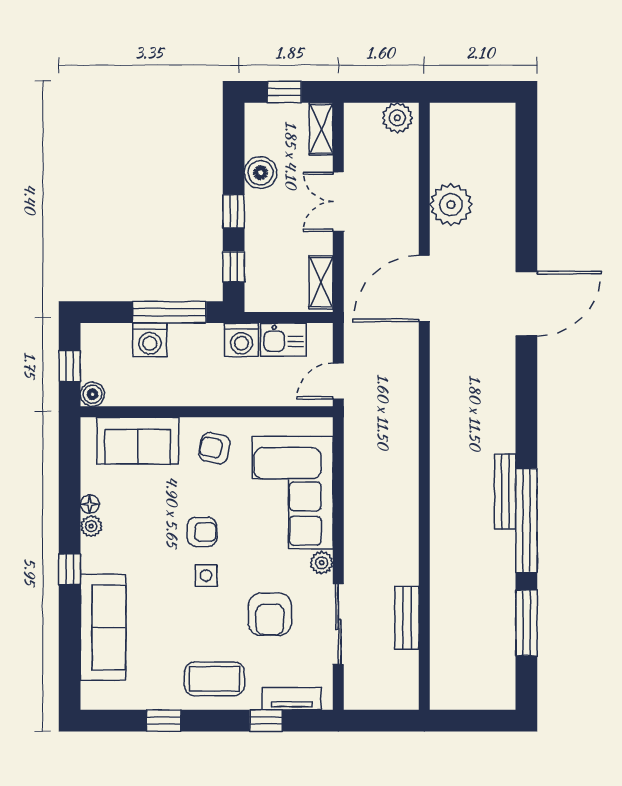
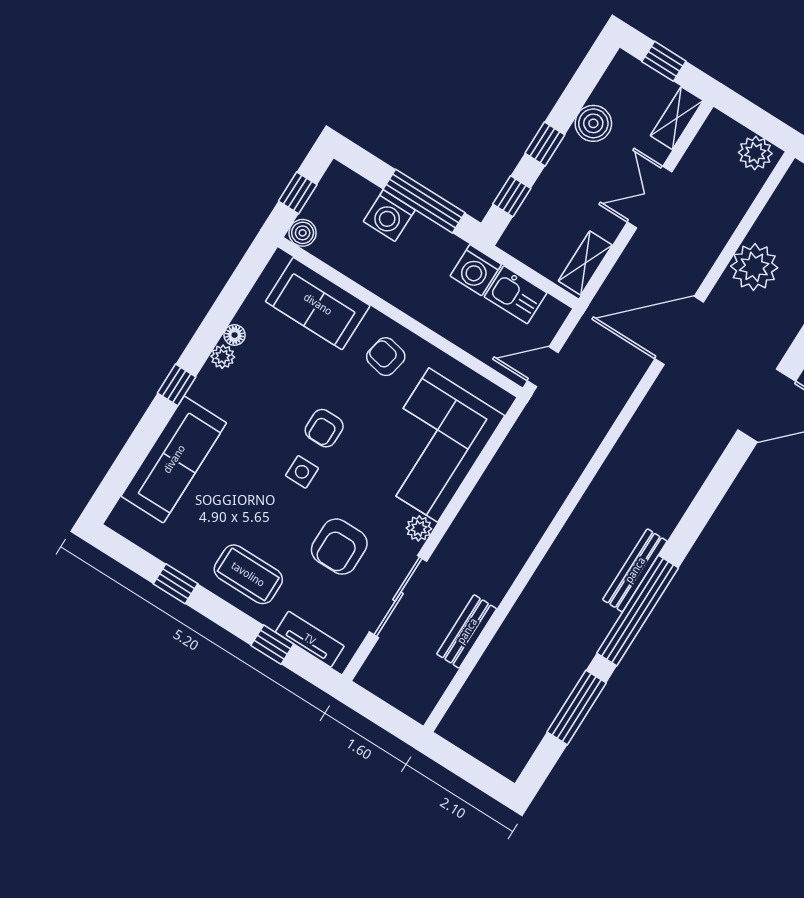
armchair: (202, 532) -> (324, 428), turned 90

